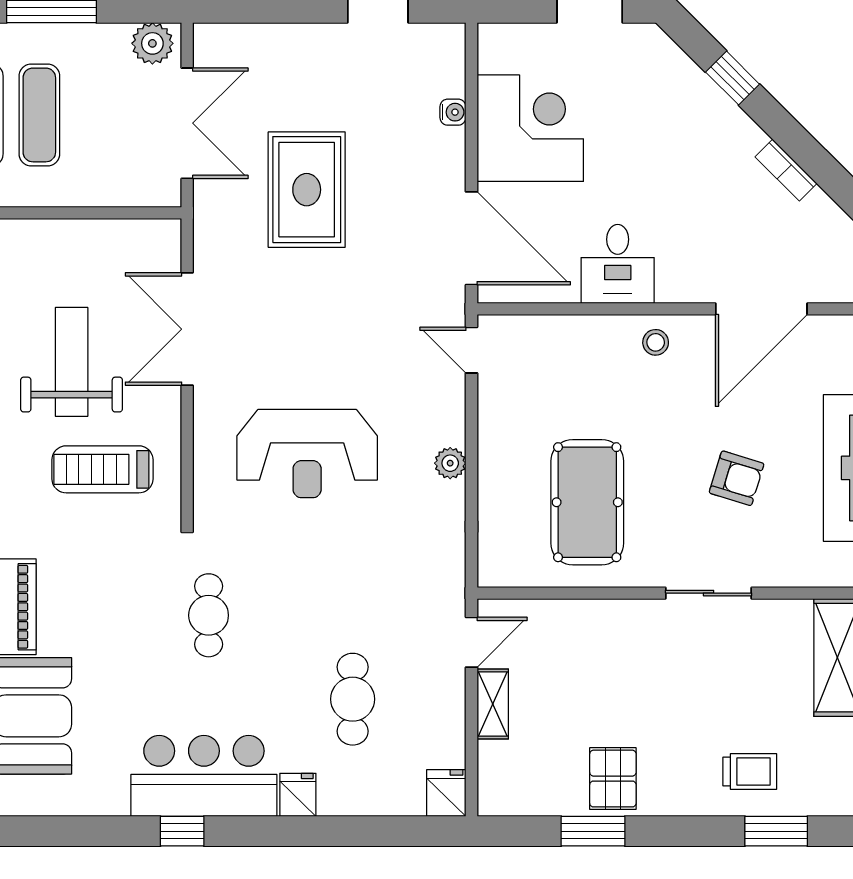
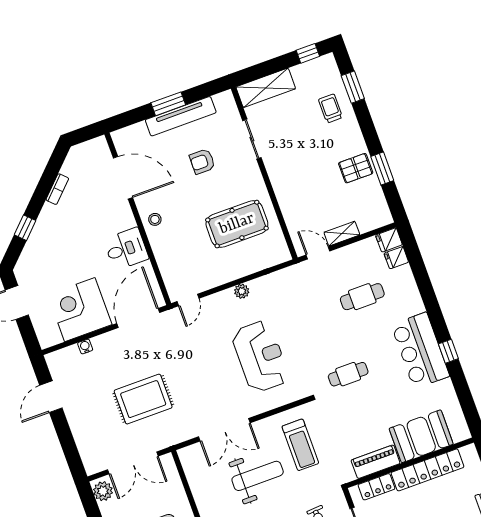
double door: (187, 123) -> (133, 463), swing flipped
weight bench: (72, 362) -> (258, 476), turned 180
armchair: (737, 478) -> (202, 161), turned -107
sliding door: (709, 593) -> (252, 139), moved
fridge: (298, 795) -> (396, 258), moved

